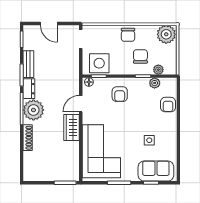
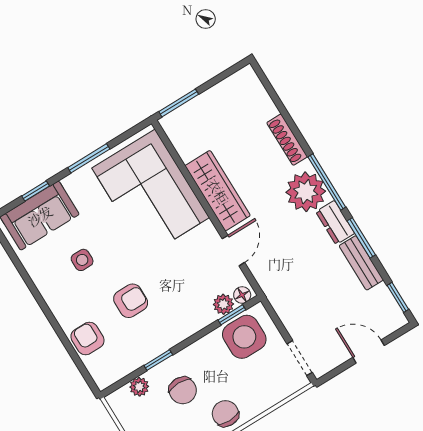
plant: (155, 83) -> (223, 304), moved
armchair: (120, 94) -> (131, 301), moved, turned 90
wardrobe: (72, 128) -> (218, 191), width x1.50

